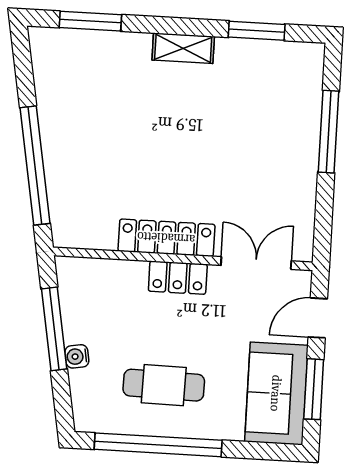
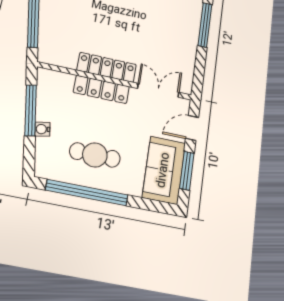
locker: (178, 278) -> (101, 89), width x1.53

